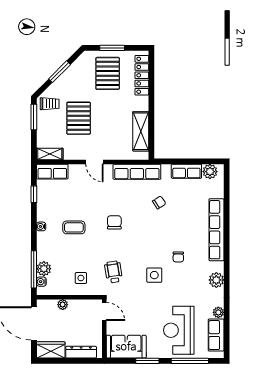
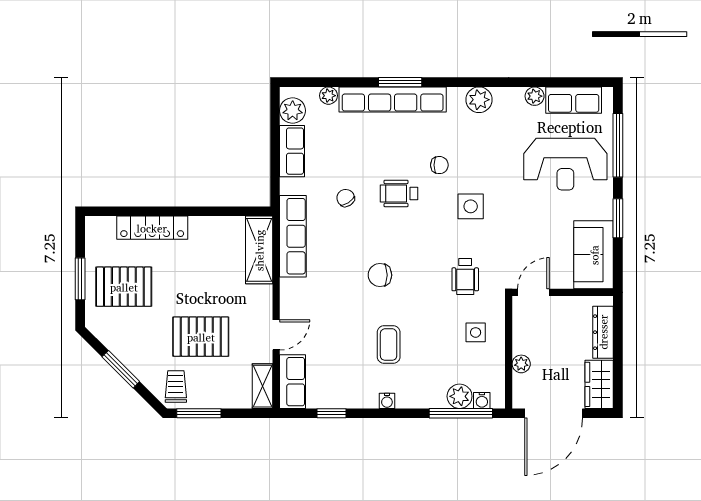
locker: (142, 75) -> (152, 228), moved
shelving: (141, 131) -> (259, 250), moved, turned 90
door: (94, 162) -> (276, 335), moved
plant: (219, 192) -> (328, 96), added
wheelchair: (162, 233) -> (399, 193), added
window: (227, 234) -> (400, 82), added
wheelchair: (113, 272) -> (465, 276), turned -81

